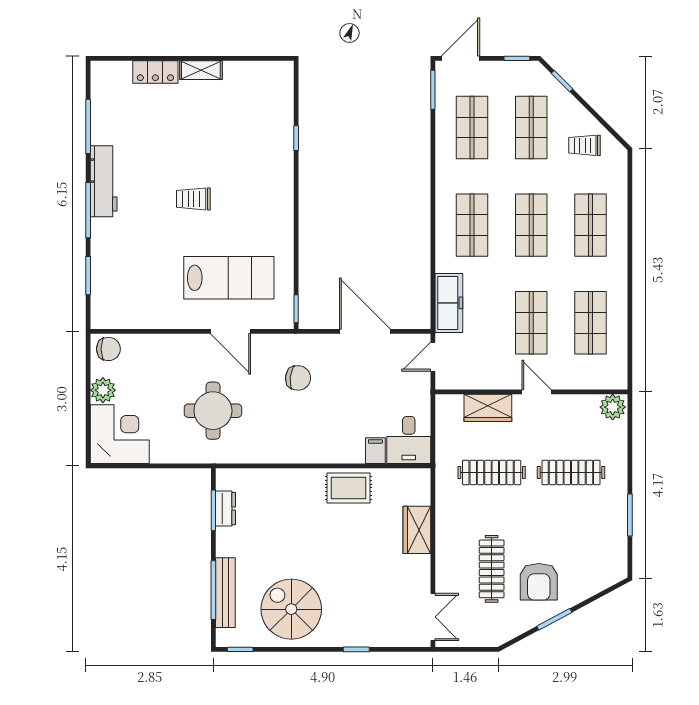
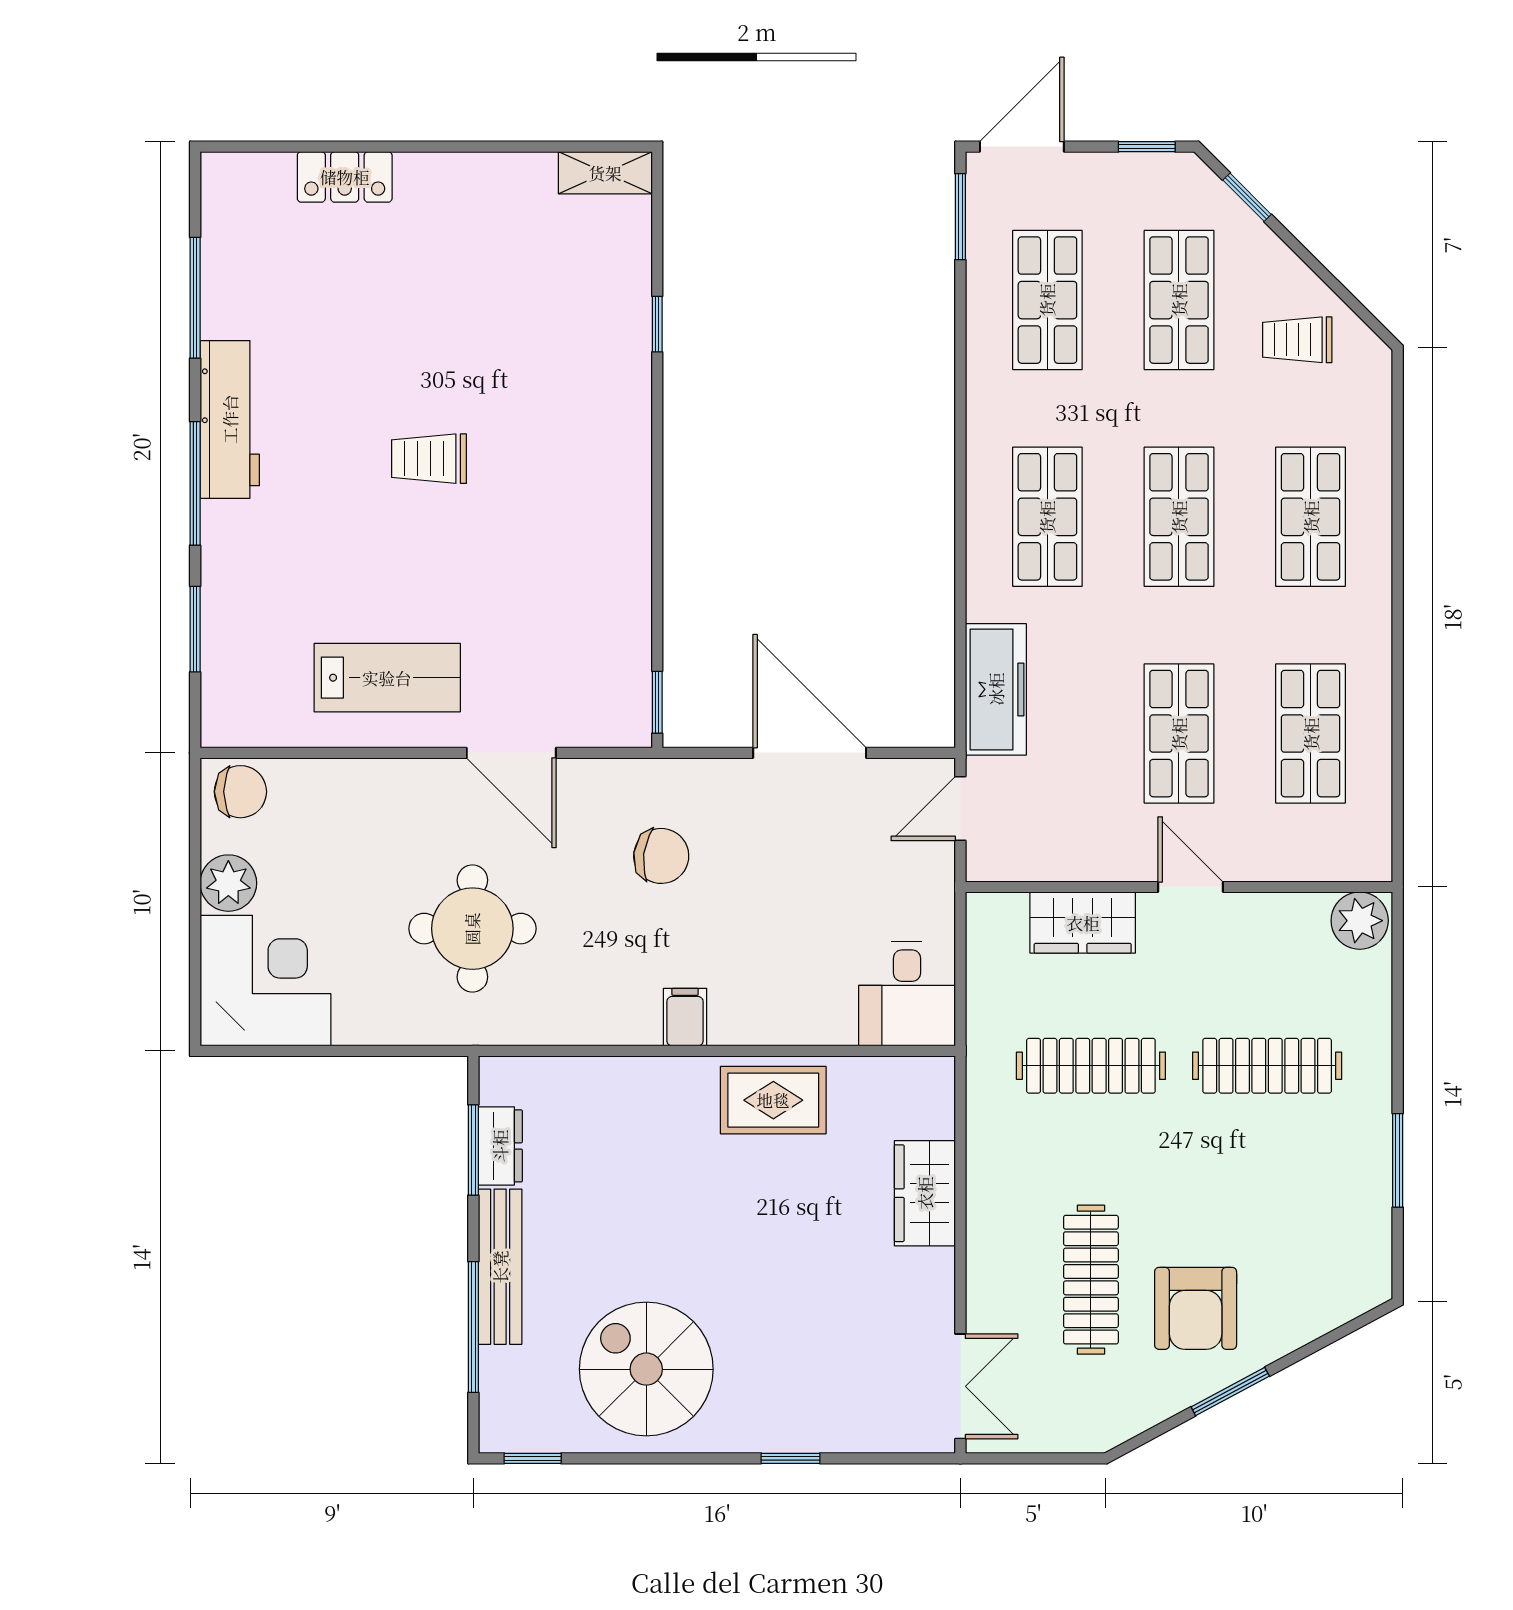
shelving: (201, 70) -> (605, 173), moved
lab bench: (229, 278) -> (387, 678), moved, width x0.73, depth x0.72
filing cabinet: (375, 451) -> (685, 1017), moved
bench: (225, 593) -> (500, 1267), moved

